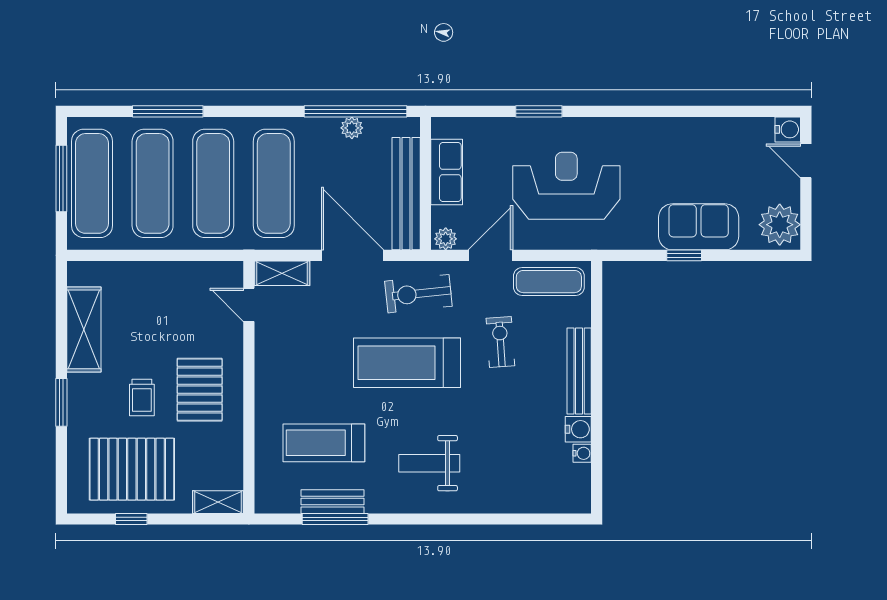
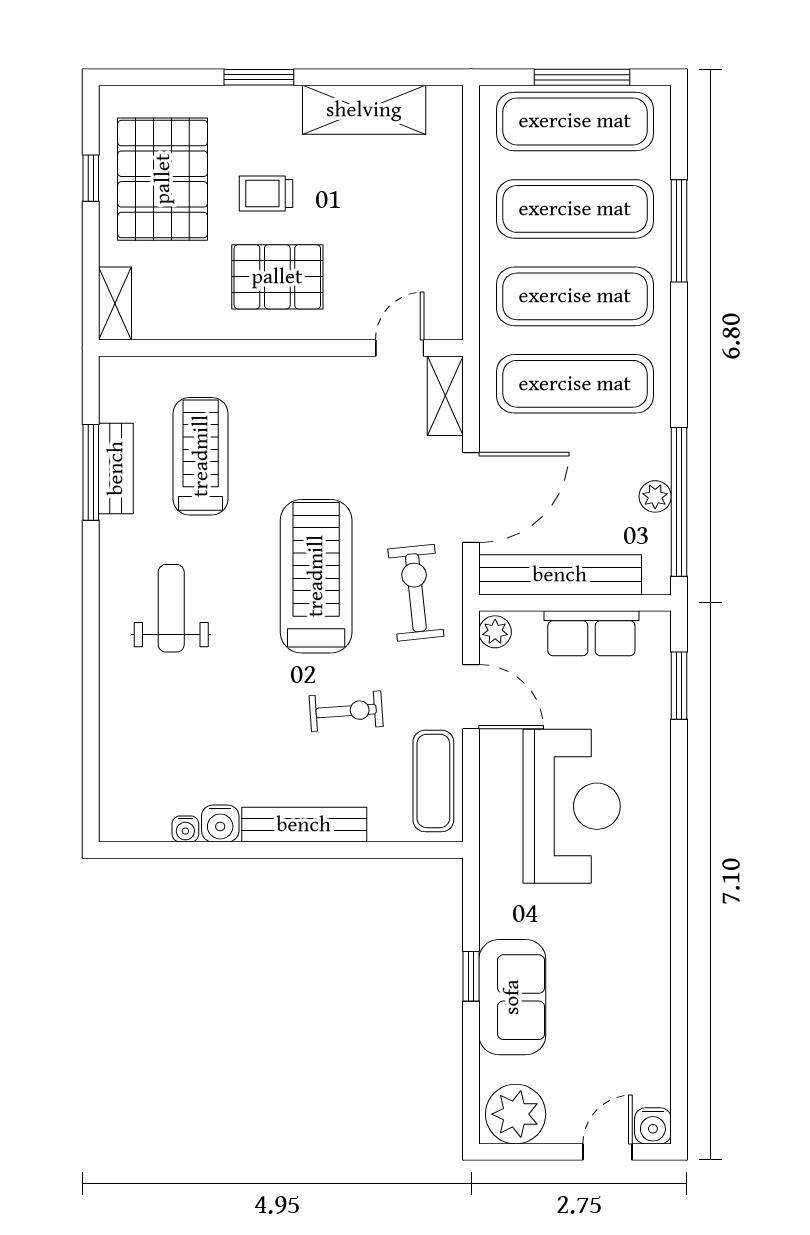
window: (539, 111) -> (679, 686), moved

